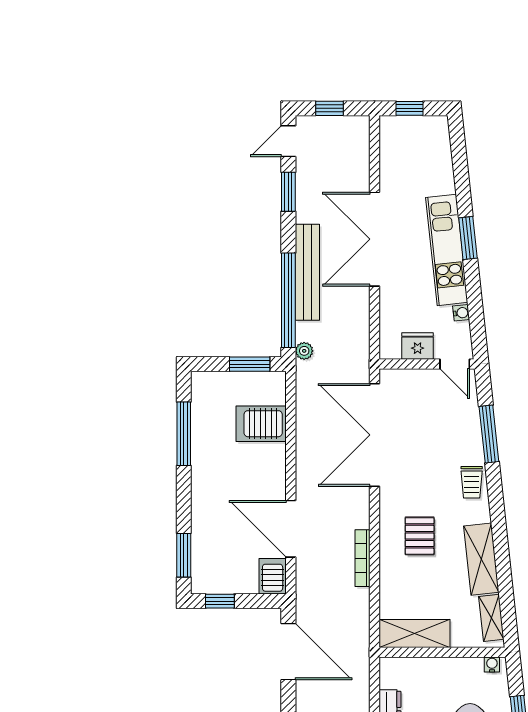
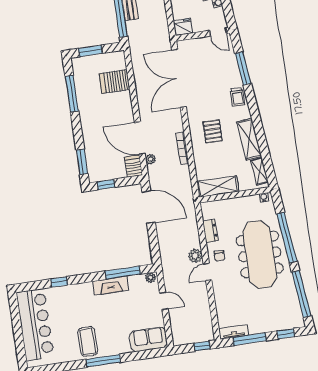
fridge: (418, 346) -> (183, 27), moved
plant: (304, 351) -> (151, 159), moved
window: (250, 364) -> (90, 51), moved

